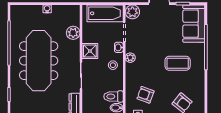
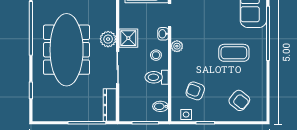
plant: (73, 33) -> (108, 39), moved
toilet: (113, 96) -> (157, 77), moved

